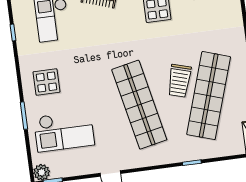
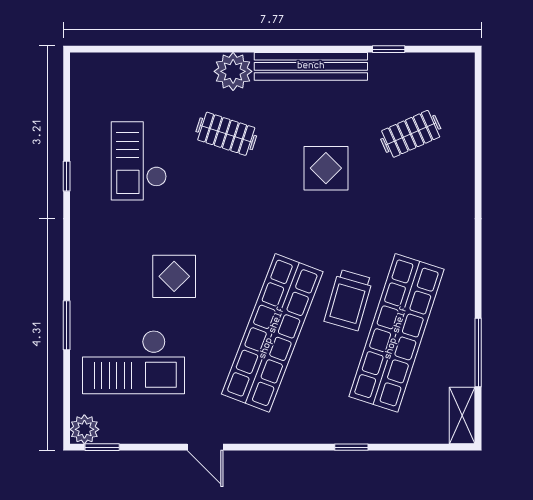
display table: (46, 82) -> (174, 276), moved
shop shelf: (139, 105) -> (272, 333), turned 33

